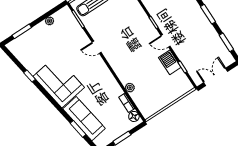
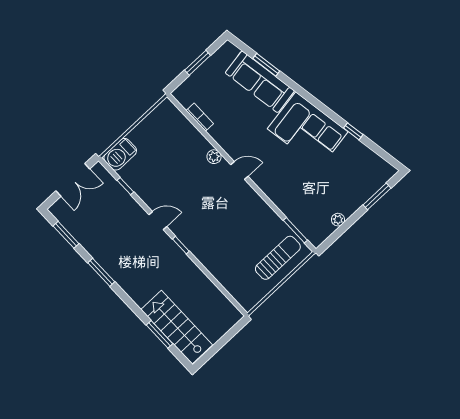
door: (97, 47) -> (239, 171), moved
barbecue: (170, 62) -> (120, 154), moved, turned 90
plant: (130, 88) -> (214, 157), moved
floor lamp: (134, 116) -> (185, 98), removed

